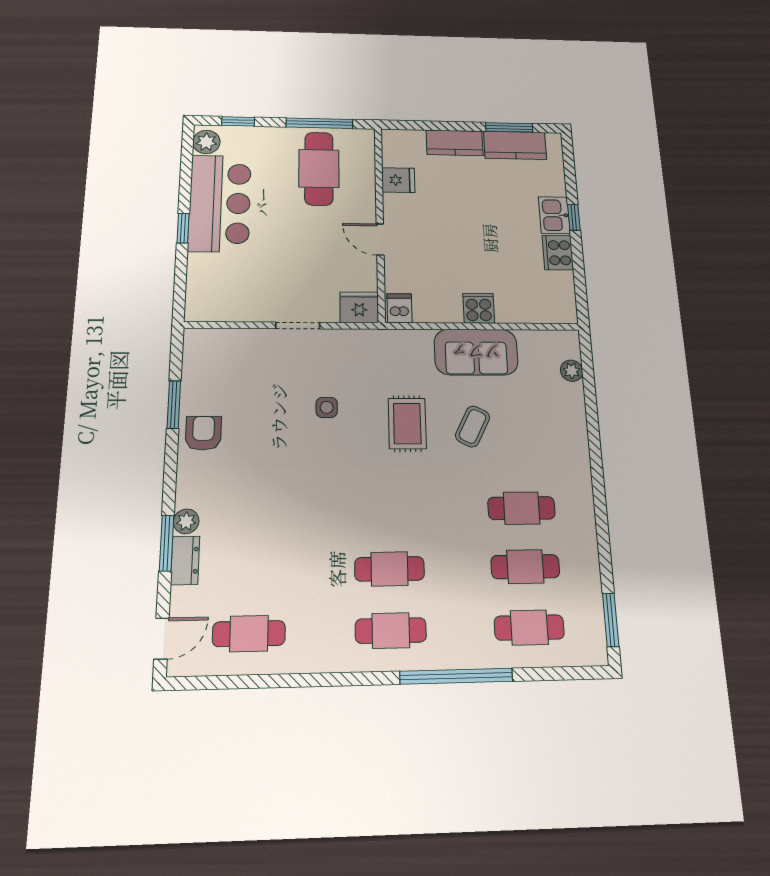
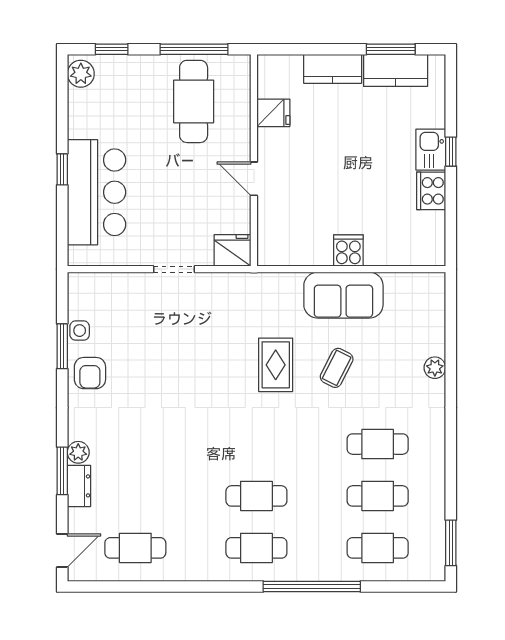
bar counter: (220, 203) -> (97, 192), moved
dishwasher: (400, 308) -> (271, 251), removed
plant: (572, 371) -> (435, 368), moved
side table: (327, 407) -> (80, 331), moved
armchair: (203, 433) -> (90, 373), turned 180

